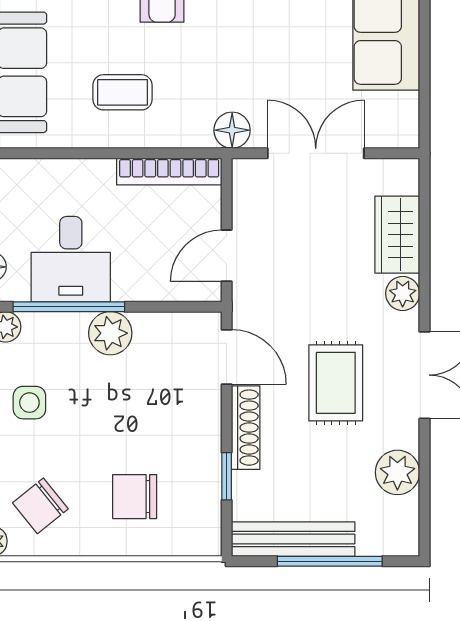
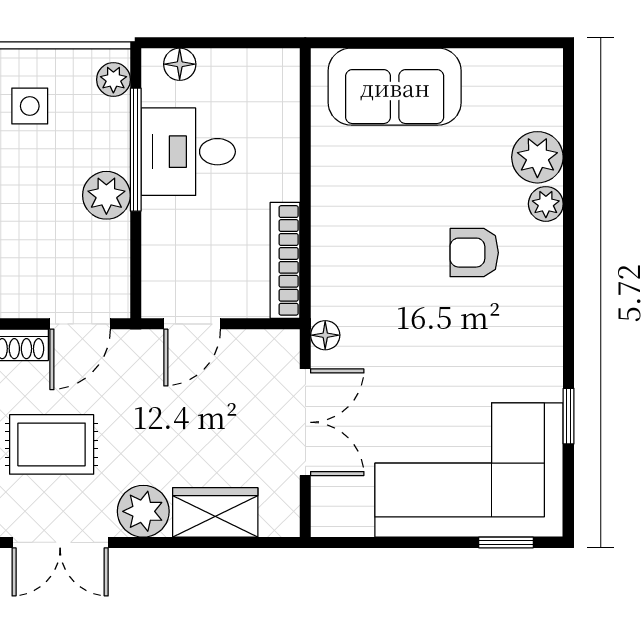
coffee table: (122, 92) -> (373, 209), removed
floor lamp: (232, 130) -> (325, 335), width x0.73, depth x0.73
door: (227, 256) -> (192, 324), swing flipped
plant: (403, 293) -> (143, 511), width x1.38, depth x1.38

